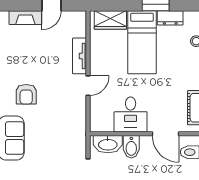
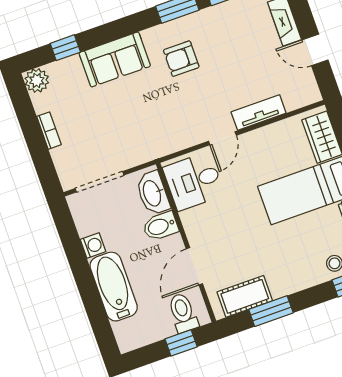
door: (88, 86) -> (222, 138), hinge flipped
desk: (131, 115) -> (194, 181), moved

